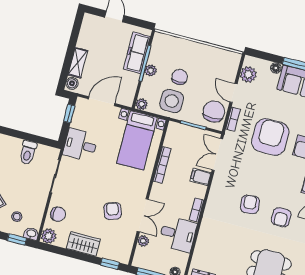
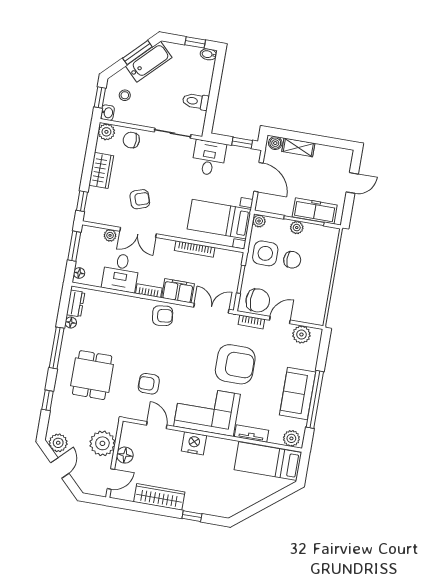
floor lamp: (276, 68) -> (311, 364), removed
filing cabinet: (201, 177) -> (178, 291), width x2.00
armchair: (250, 204) -> (163, 316), moved
chair: (58, 214) -> (131, 140), turned 90

